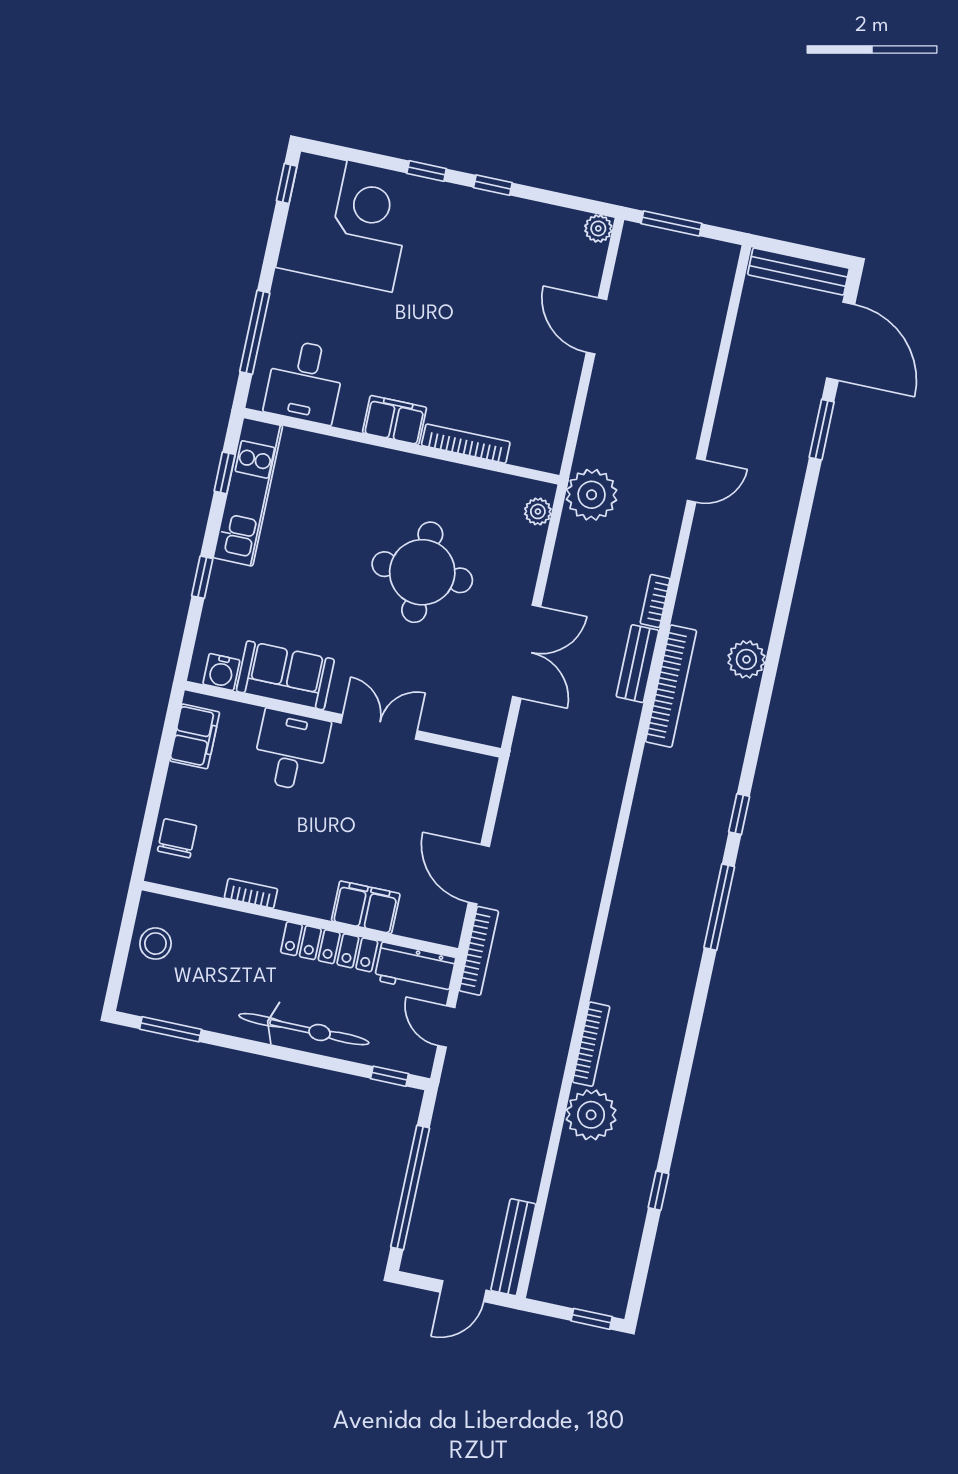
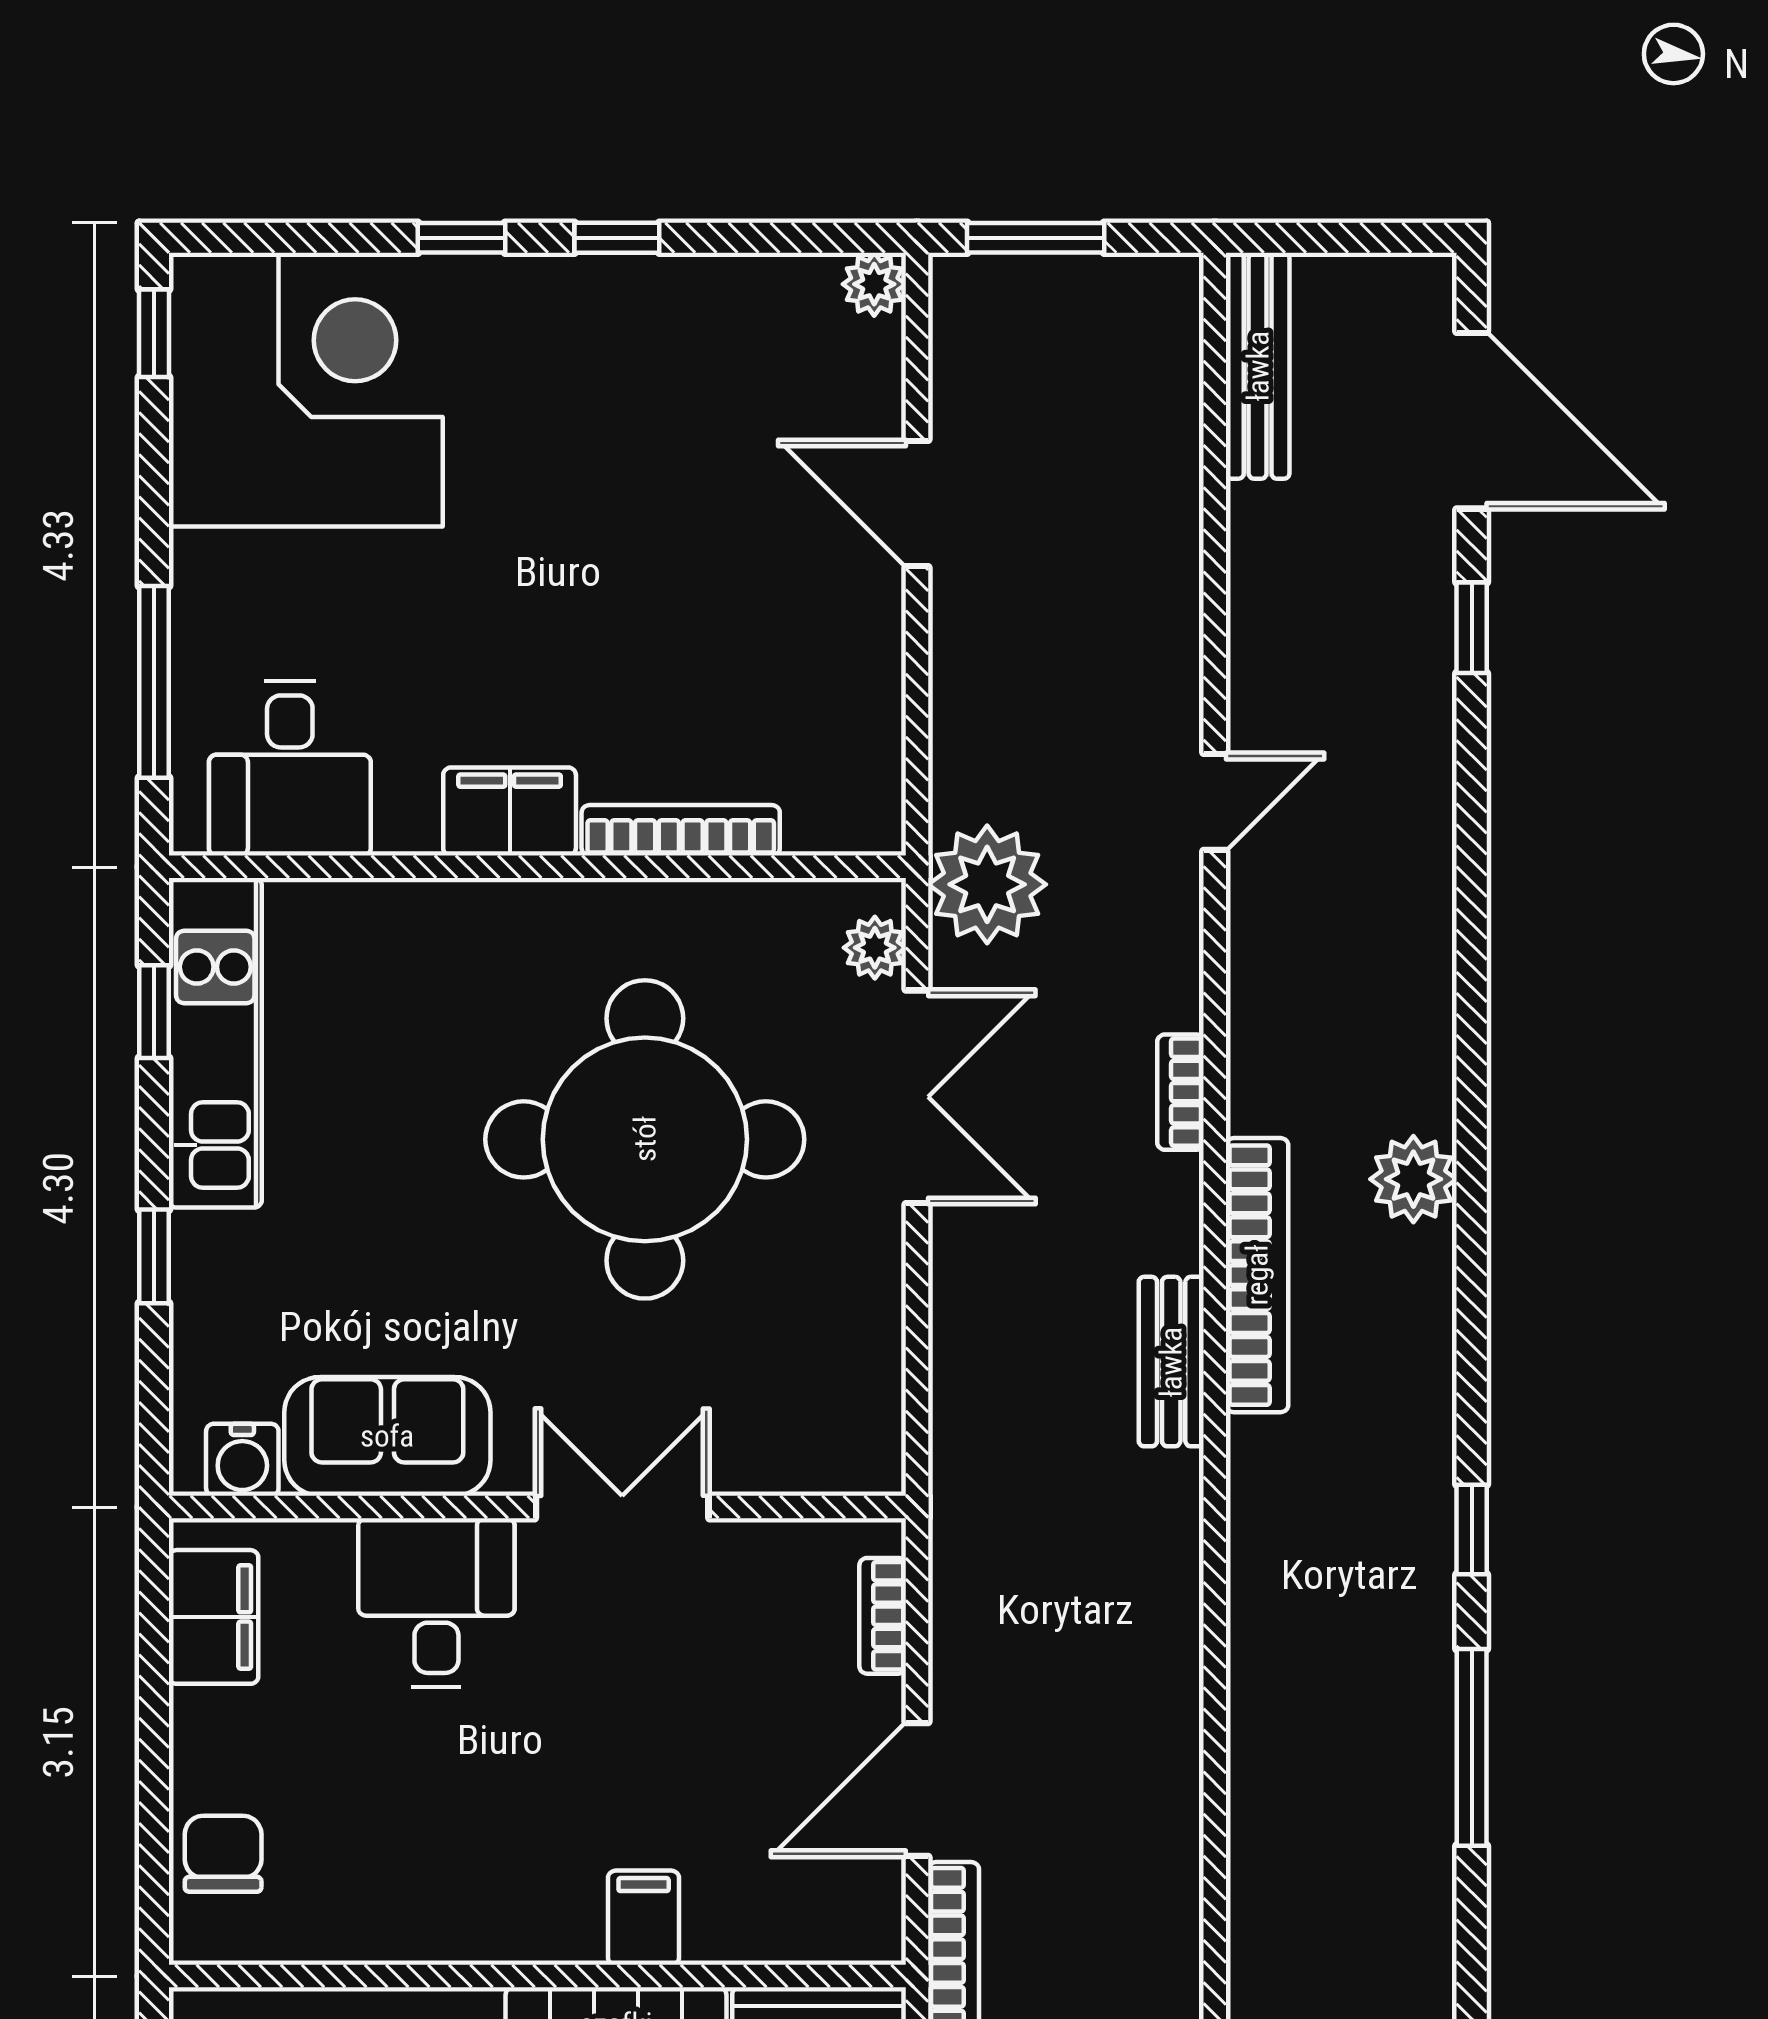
bench: (798, 271) -> (1258, 366), moved, turned 90
window: (822, 430) -> (1472, 628), width x0.67
round table: (422, 572) -> (645, 1139), width x1.36, depth x1.36
double door: (527, 652) -> (917, 1097), moved
bench: (637, 664) -> (1171, 1362), moved
door: (479, 874) -> (917, 1789), hinge flipped
bookcase: (251, 893) -> (883, 1616), moved, turned -90
filing cabinet: (366, 907) -> (644, 1918), width x0.50

